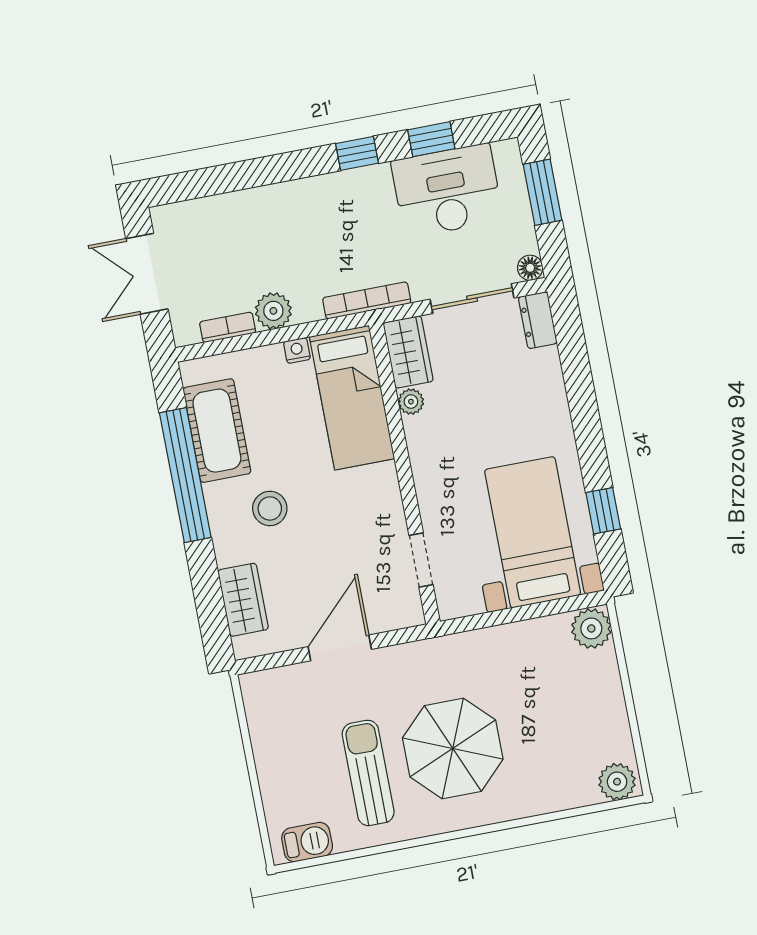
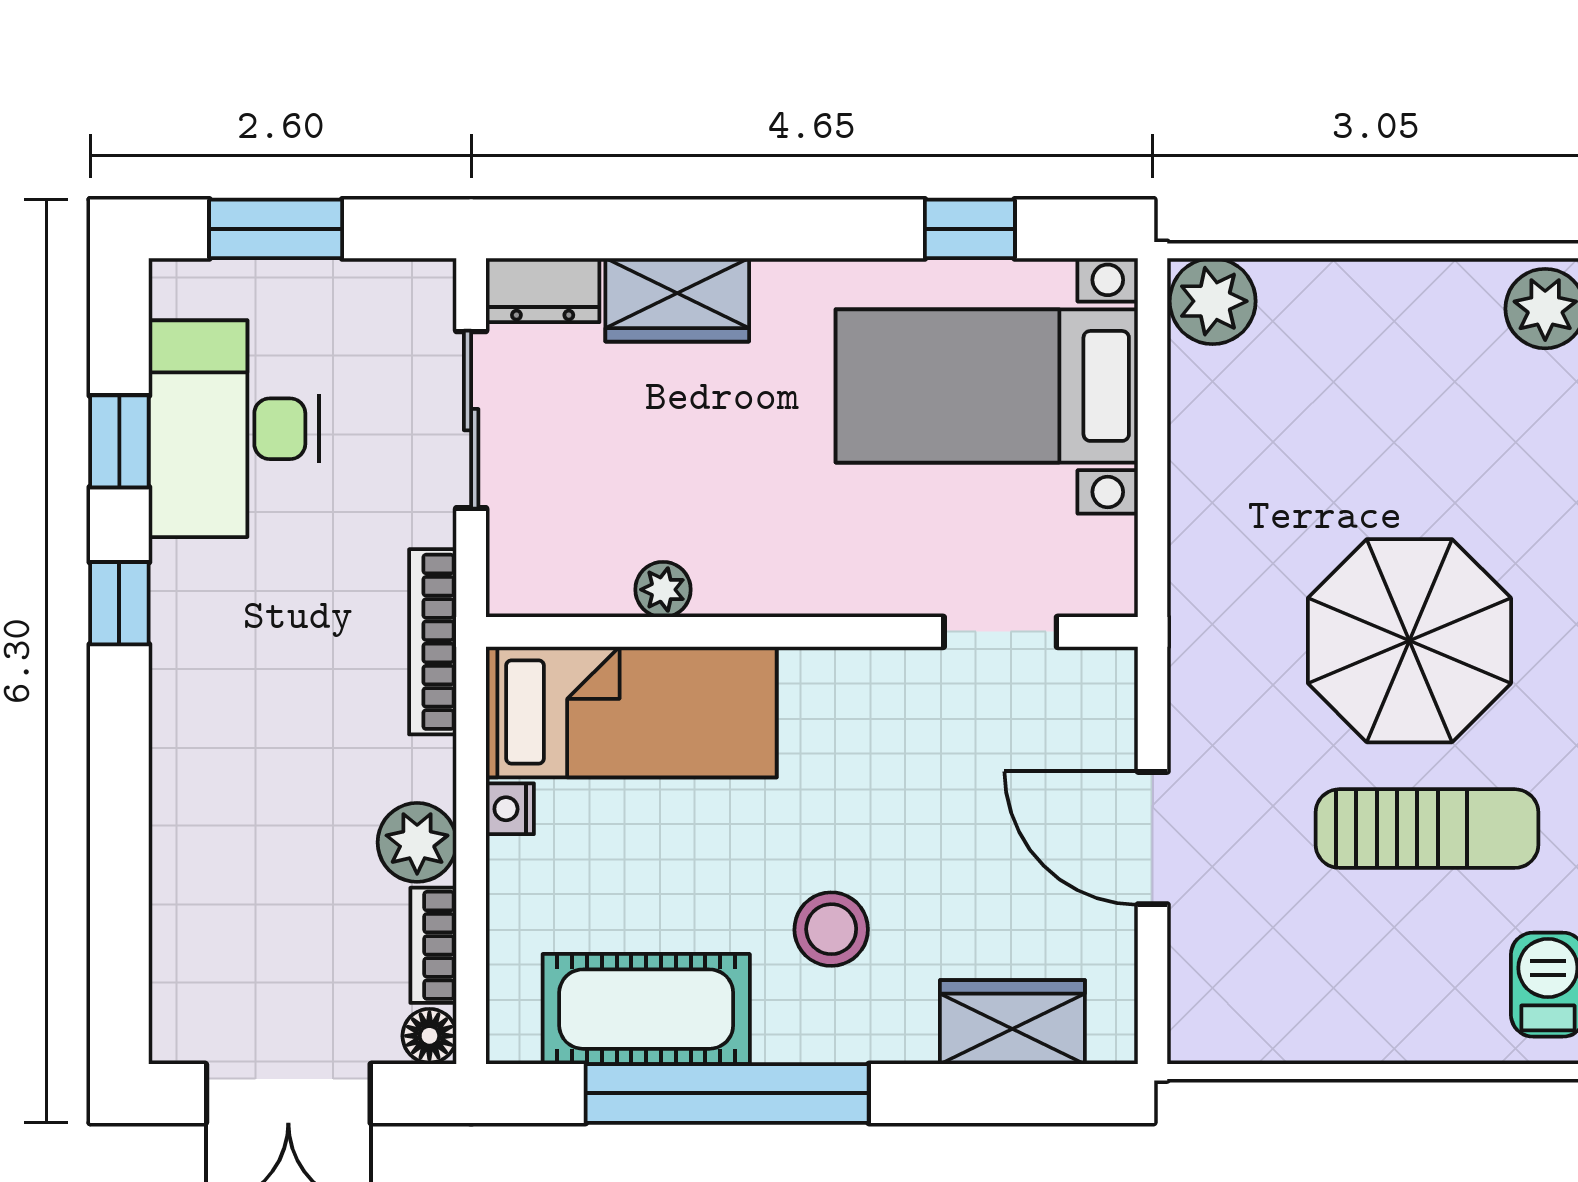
floor lamp: (530, 268) -> (429, 1036), moved
wardrobe: (408, 352) -> (677, 300), moved, turned 180
sun lounger: (368, 773) -> (1427, 829), turned 180

